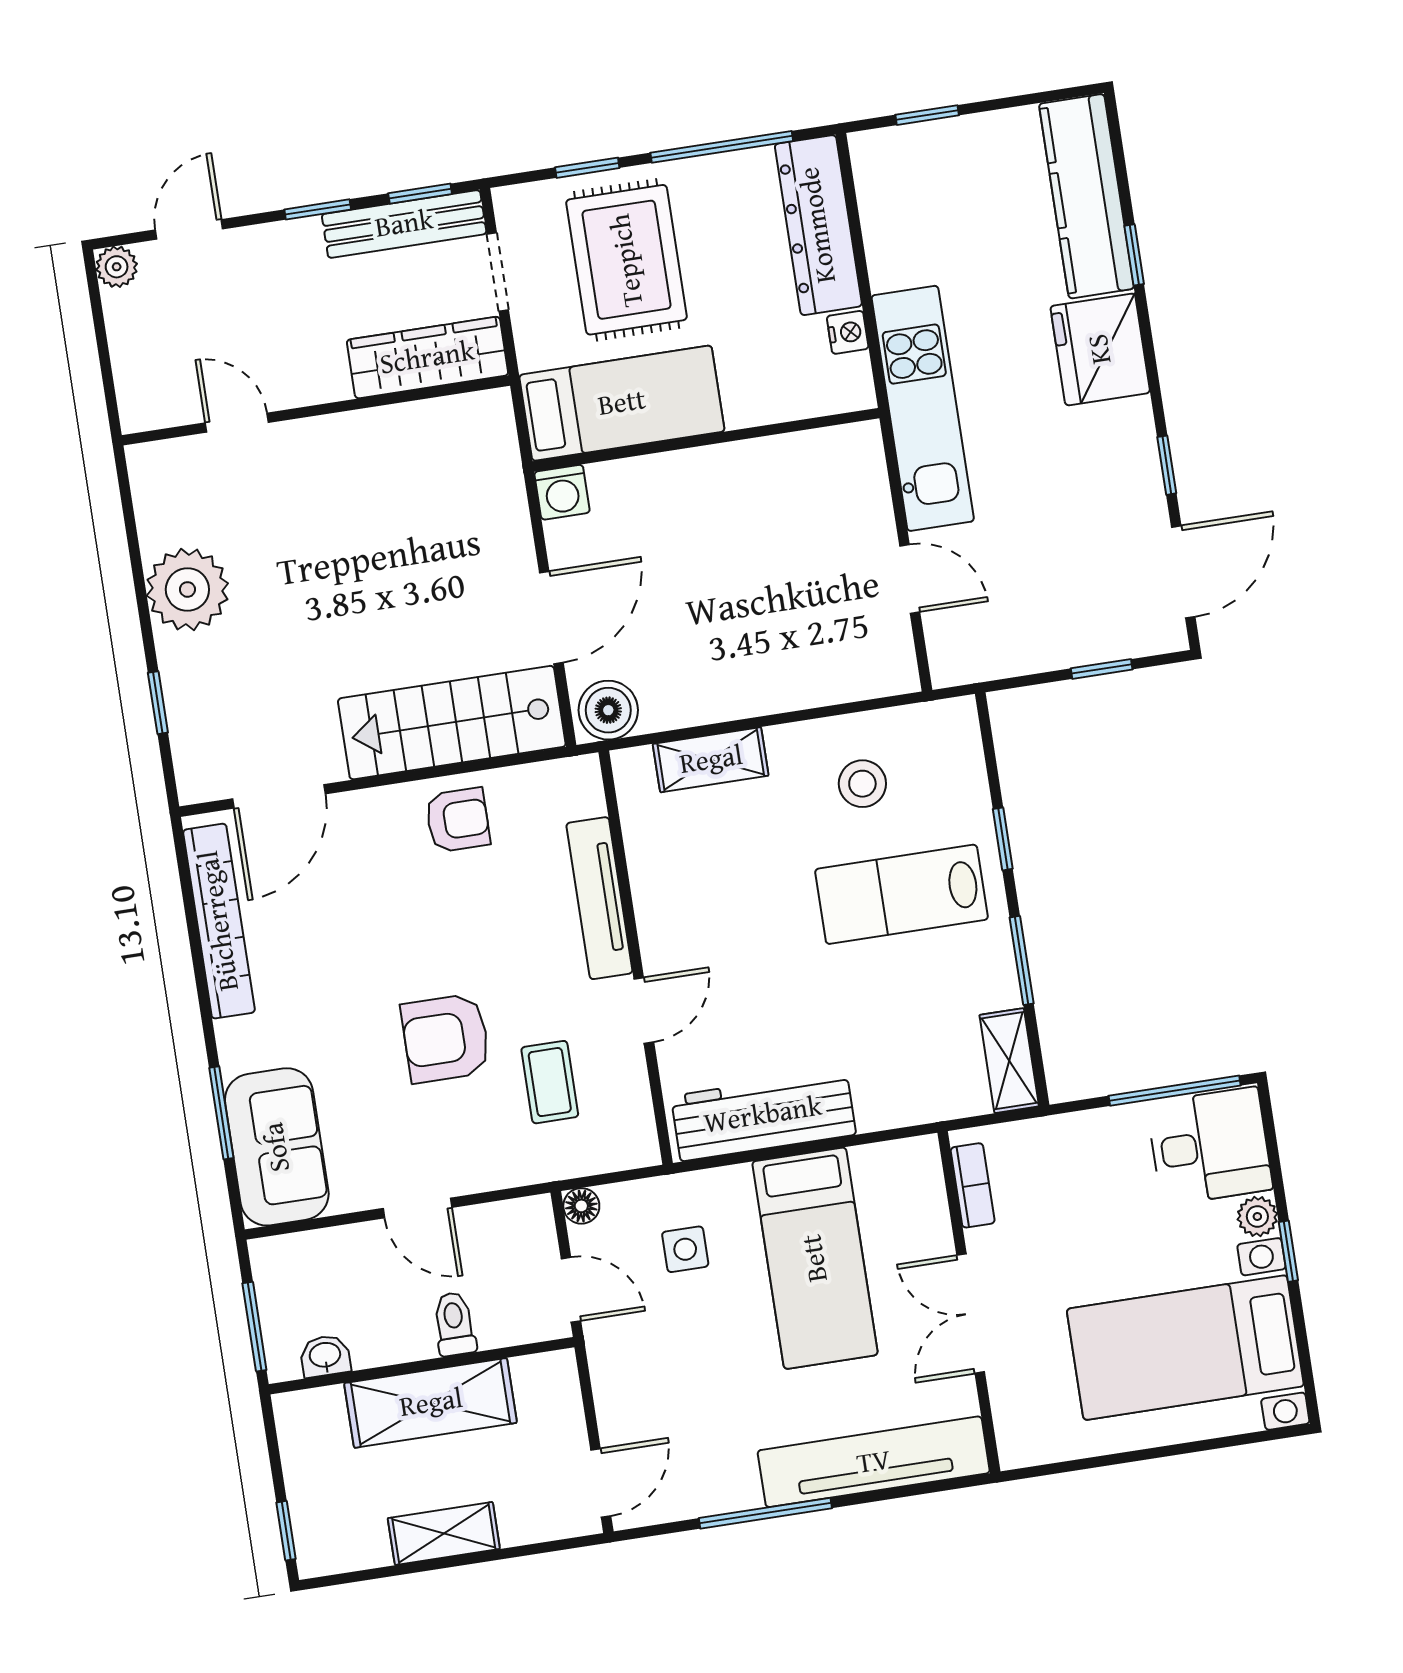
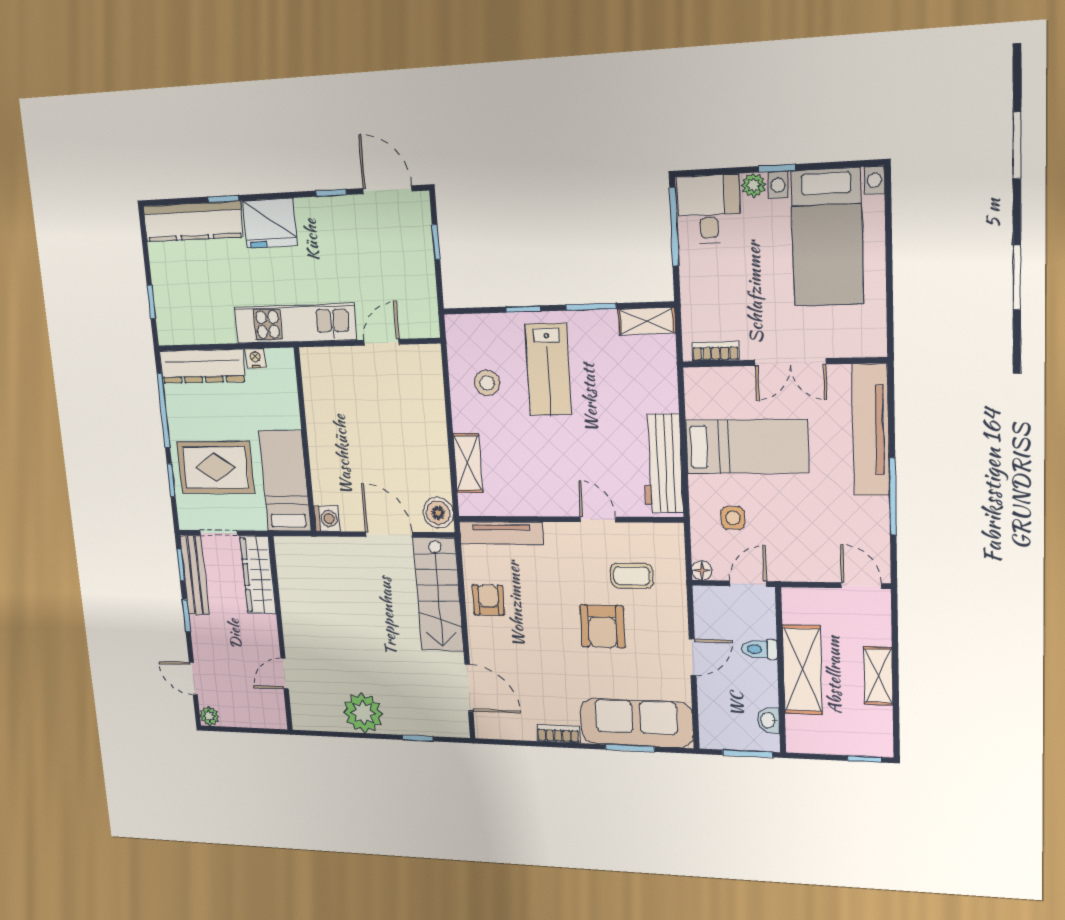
tv unit: (599, 898) -> (501, 533), moved
bookcase: (219, 921) -> (558, 734), width x0.43, depth x0.76
sofa: (277, 1147) -> (636, 723), width x1.36

